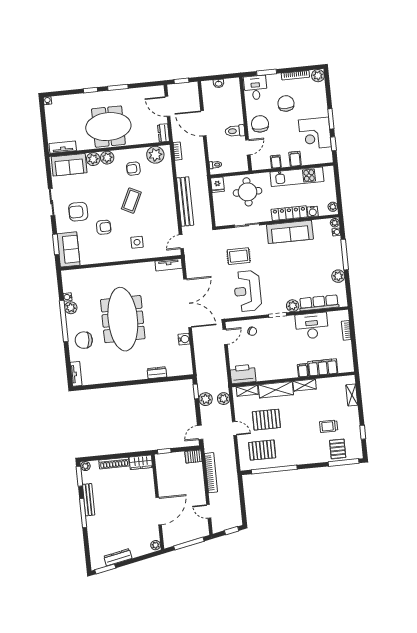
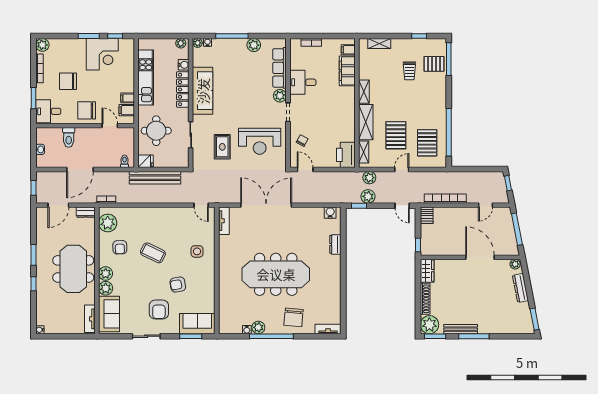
toilet: (235, 131) -> (69, 137), moved
filing cabinet: (295, 159) -> (127, 110), moved
bench: (185, 202) -> (155, 178), moved
armchair: (104, 227) -> (178, 285), turned -100
desk: (312, 326) -> (303, 82), width x0.73
water cooler: (184, 339) -> (330, 213), moved
filing cabinet: (303, 370) -> (348, 50), moved
plant: (85, 466) -> (429, 325), width x1.88, depth x1.88
dresser: (118, 557) -> (520, 288), moved

